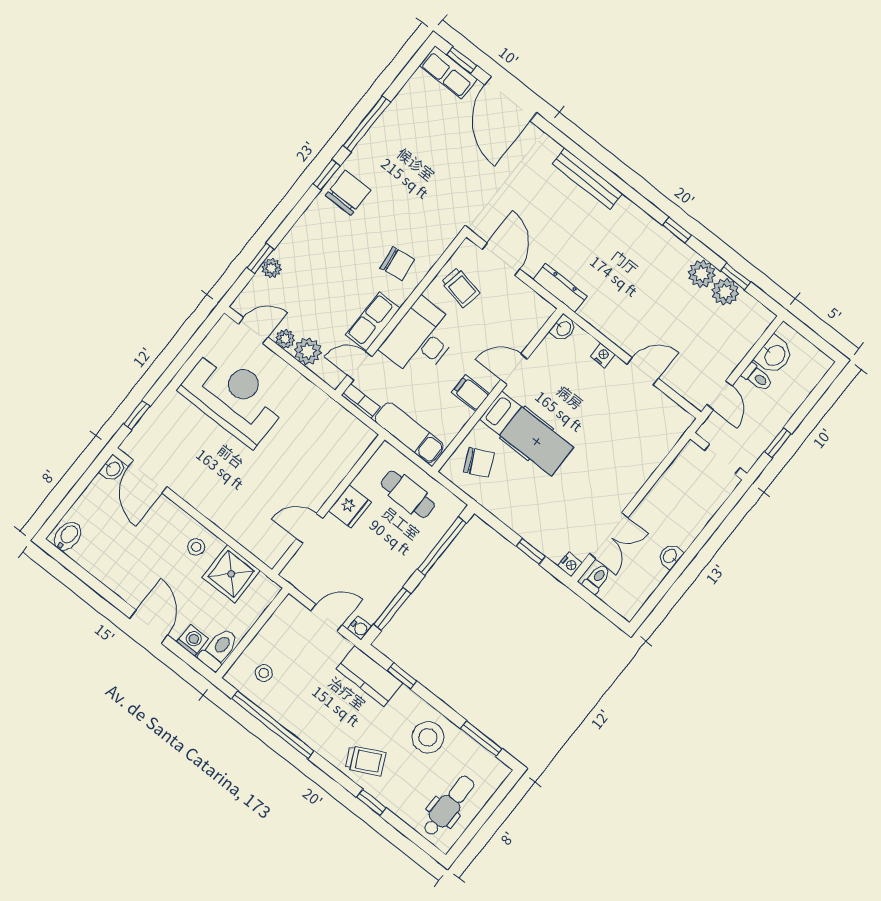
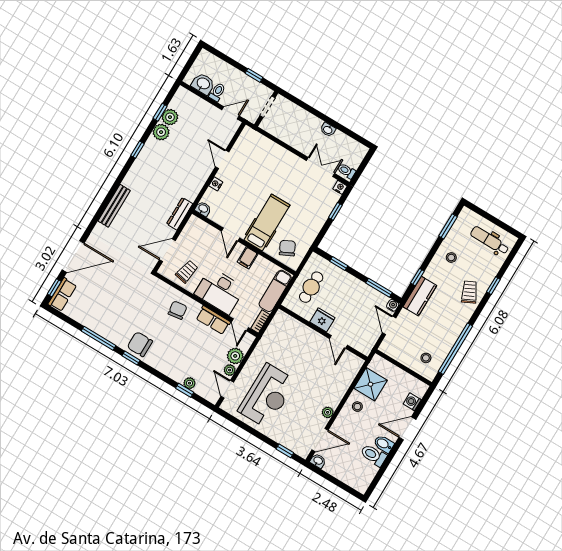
reception desk: (234, 397) -> (267, 396), turned 180
plant: (193, 495) -> (328, 412), added
bidet: (68, 536) -> (384, 444), moved
window: (442, 546) -> (339, 263), width x0.46
toilet: (219, 649) -> (374, 455), moved
stool: (428, 737) -> (451, 257), width x0.53, depth x0.53

